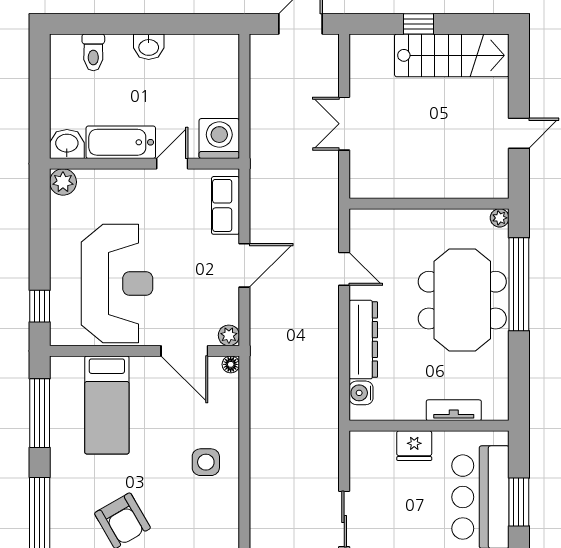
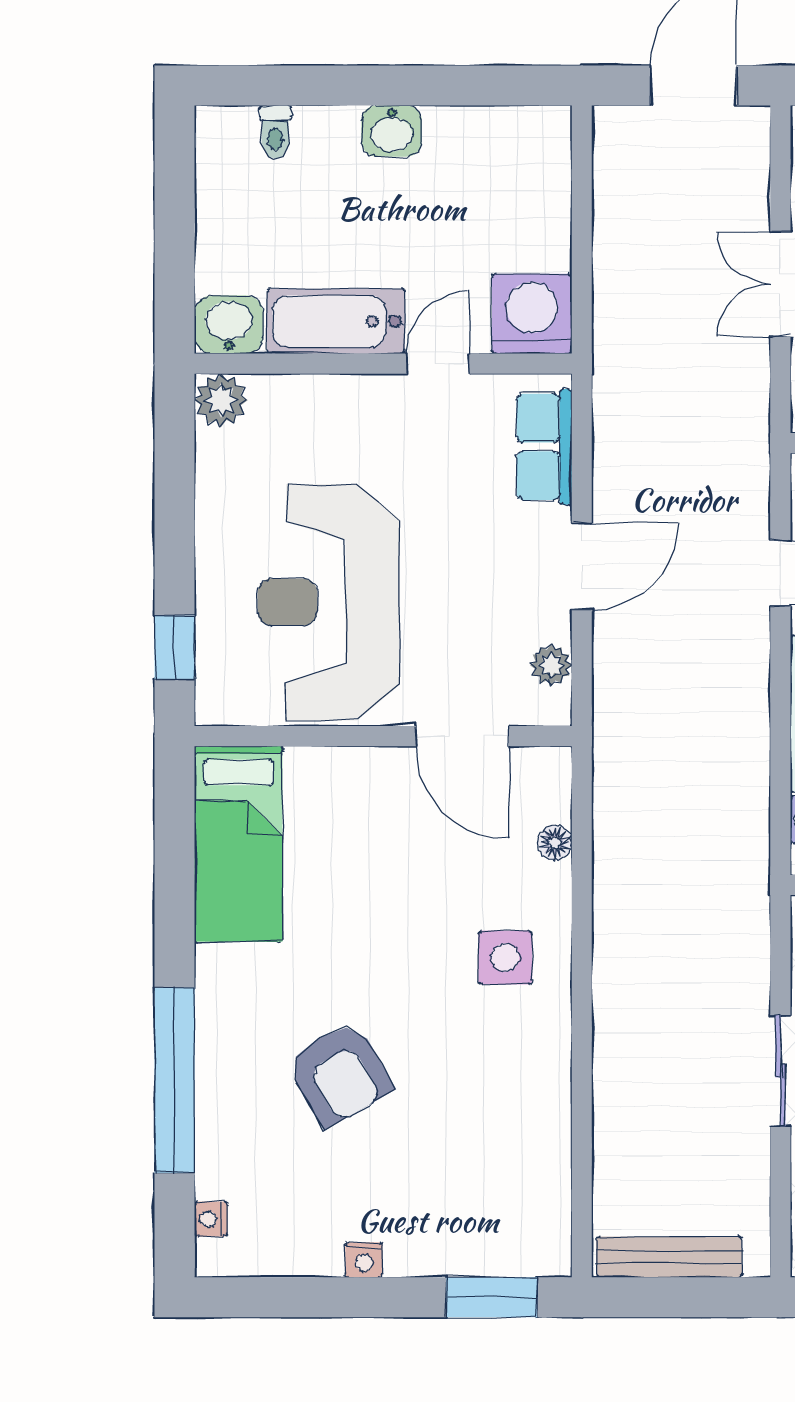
toilet: (93, 52) -> (275, 132), width x0.73, depth x0.72
reception desk: (117, 284) -> (329, 602), turned 180
plant: (229, 335) -> (551, 665), moved
floor lamp: (231, 364) -> (555, 843), moved
bed: (107, 405) -> (238, 844), moved
window: (40, 413) -> (175, 860), removed

